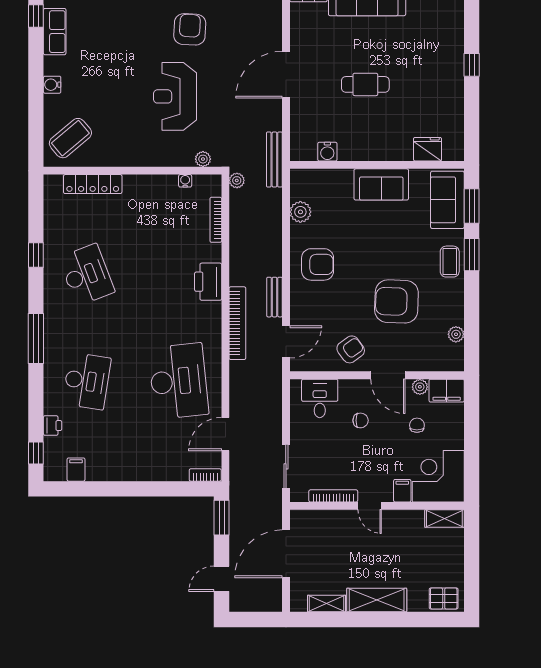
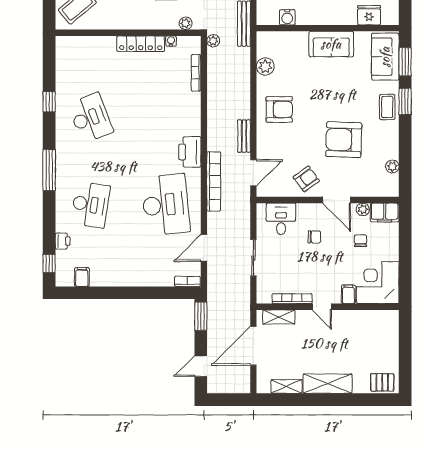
locker: (93, 184) -> (141, 44), moved
printer: (208, 282) -> (190, 152), moved
bookcase: (237, 323) -> (214, 181), moved
sliding door: (286, 466) -> (253, 258), moved
shelving: (444, 519) -> (279, 317), moved

